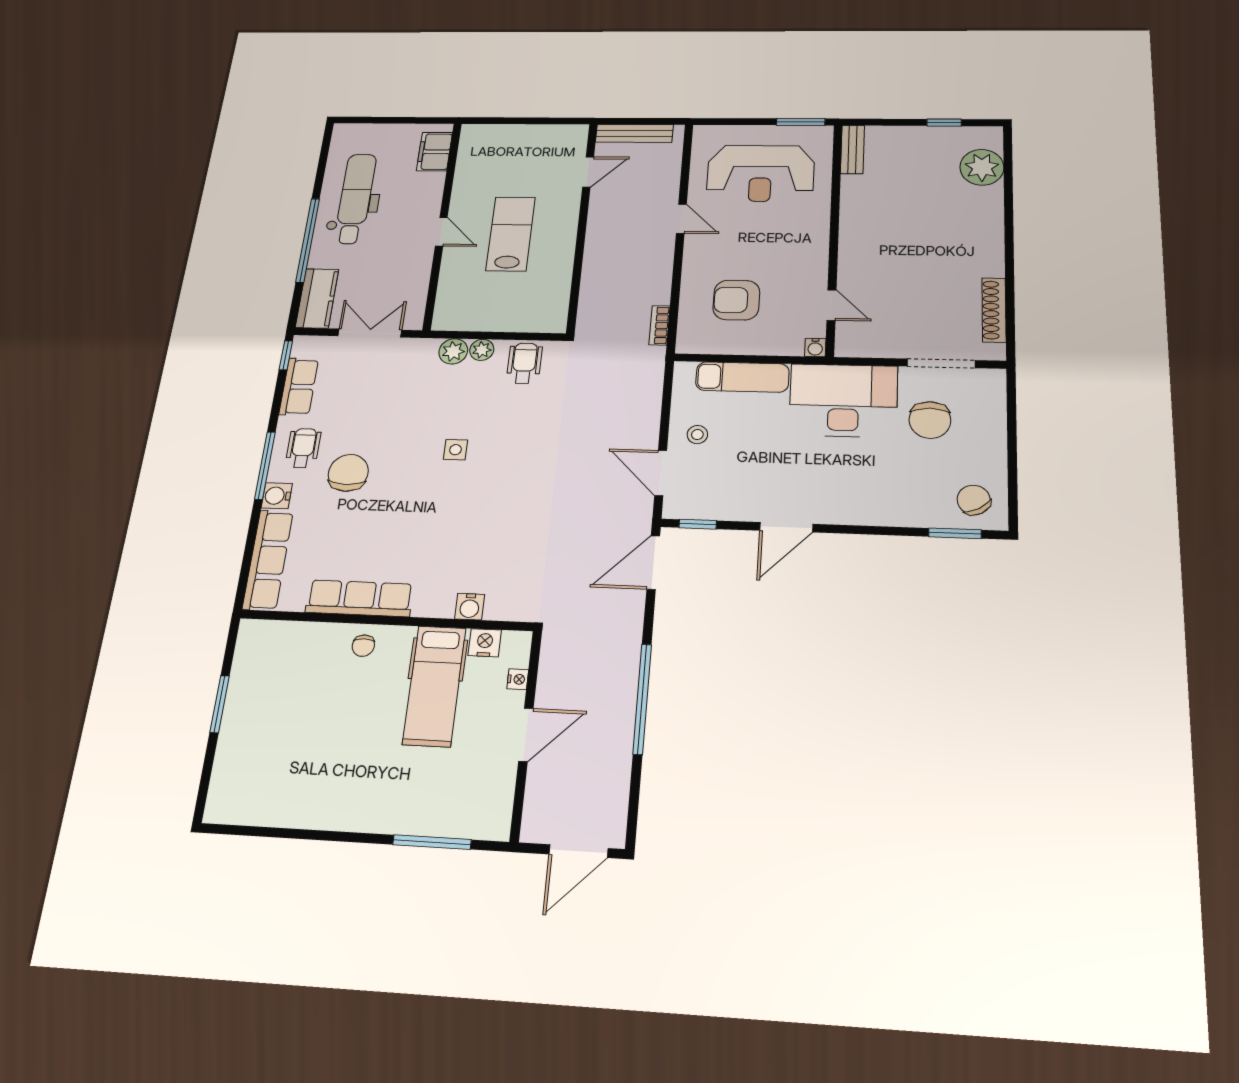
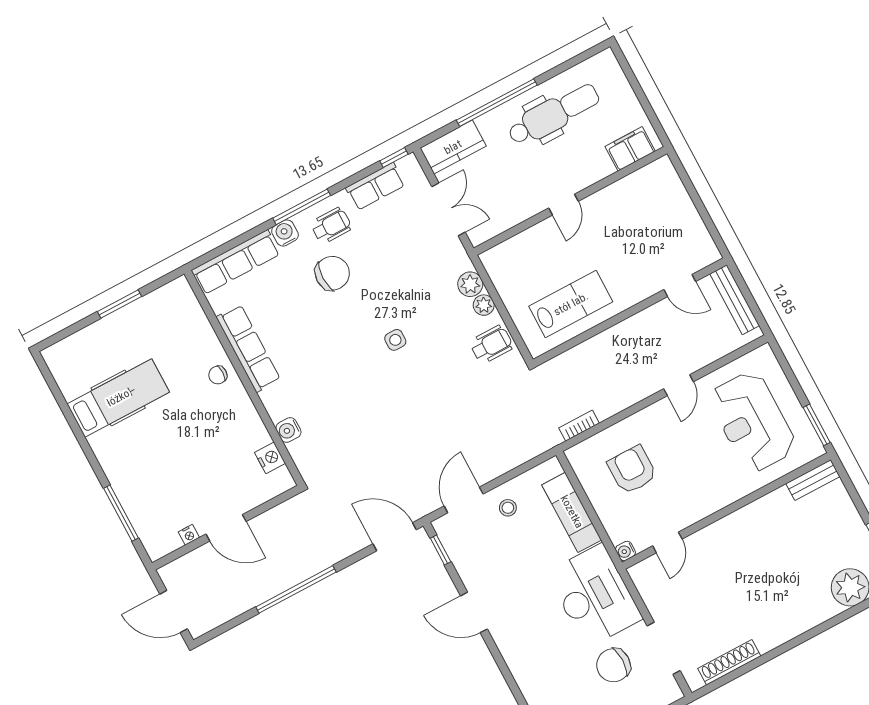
lab bench: (511, 234) -> (571, 304), moved
nightstand: (518, 679) -> (189, 535), moved
hospital bed: (434, 686) -> (118, 398), moved, turned 180

